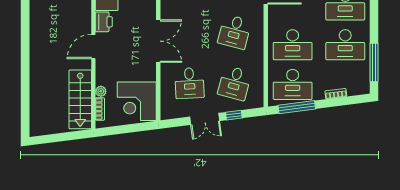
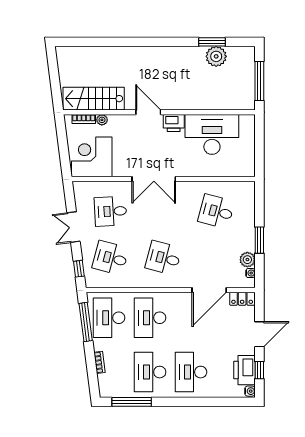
window: (234, 115) -> (79, 269), moved

